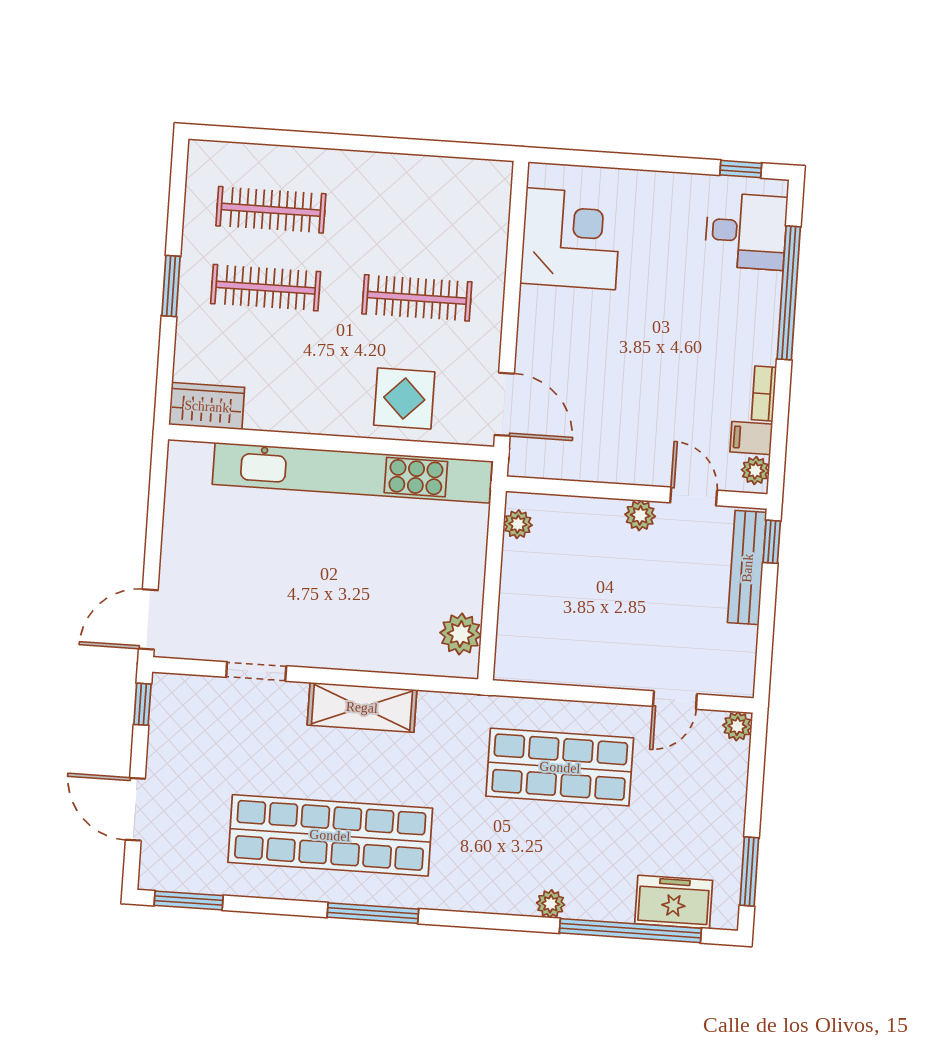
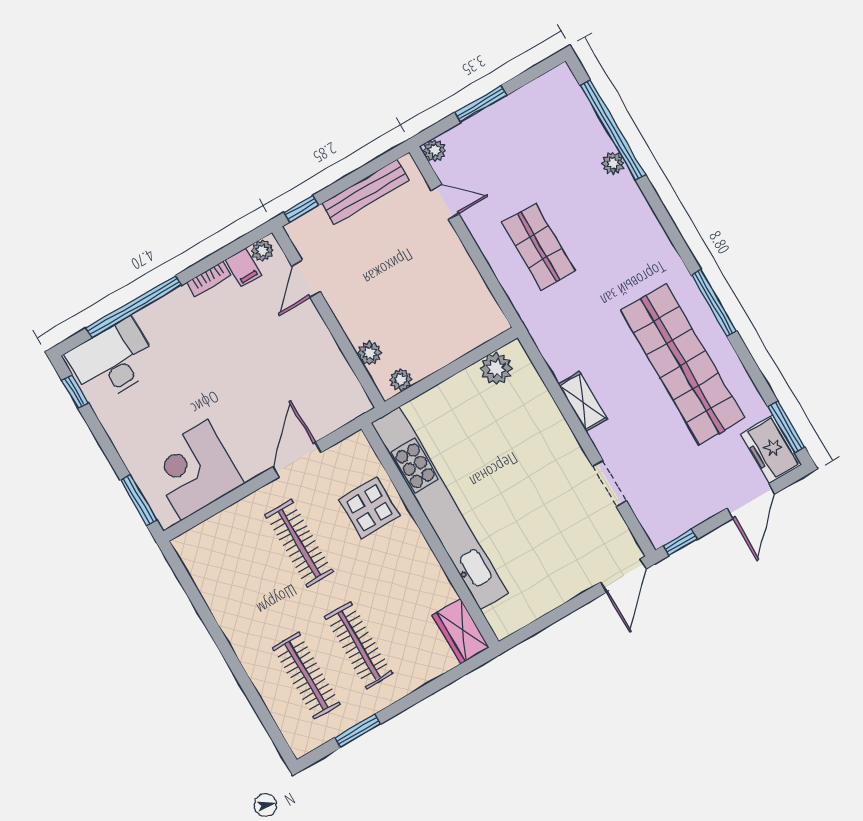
window: (579, 158) -> (139, 500), added
desk: (746, 231) -> (113, 361), width x1.37
window: (171, 286) -> (357, 731), moved
door: (504, 404) -> (297, 460), moved
plant: (640, 515) -> (370, 353), moved
bench: (747, 568) -> (365, 192), moved
door: (148, 619) -> (623, 576), hinge flipped
shelving: (362, 707) -> (583, 402), width x0.67, depth x0.75
shop shelf: (560, 767) -> (538, 247), width x0.70, depth x0.74
window: (749, 871) -> (481, 104), moved
freezer: (674, 902) -> (771, 449), moved
plant: (551, 904) -> (613, 163), moved

